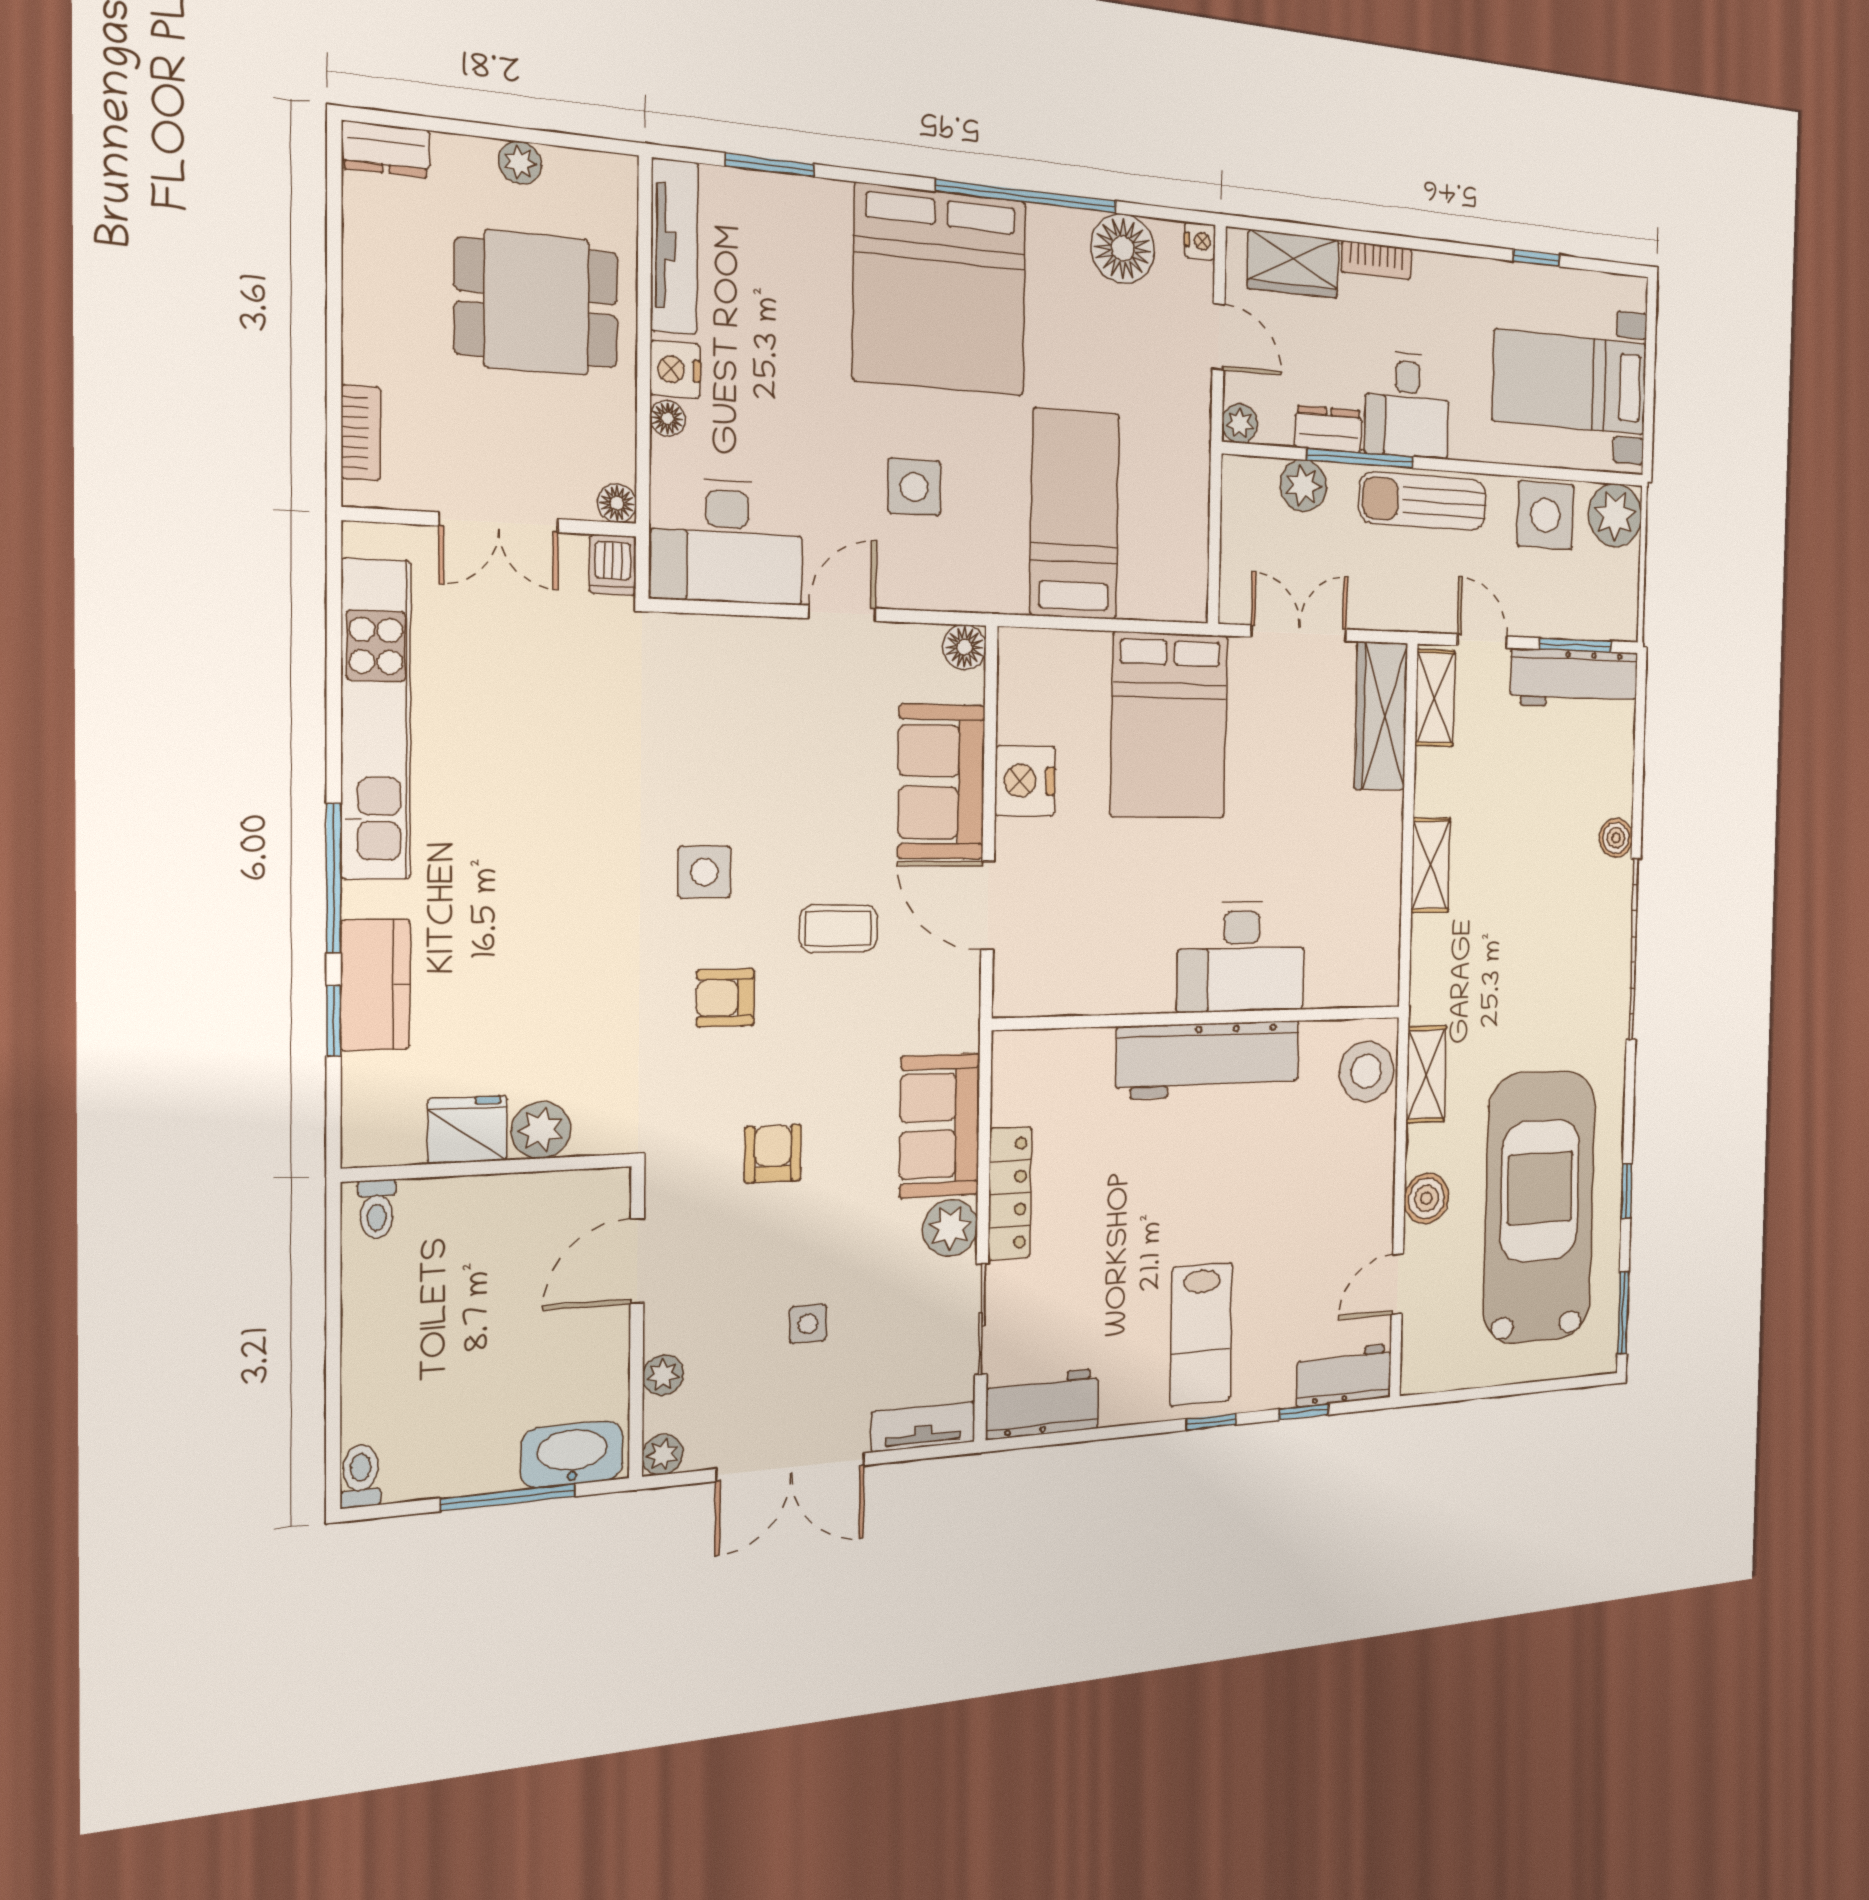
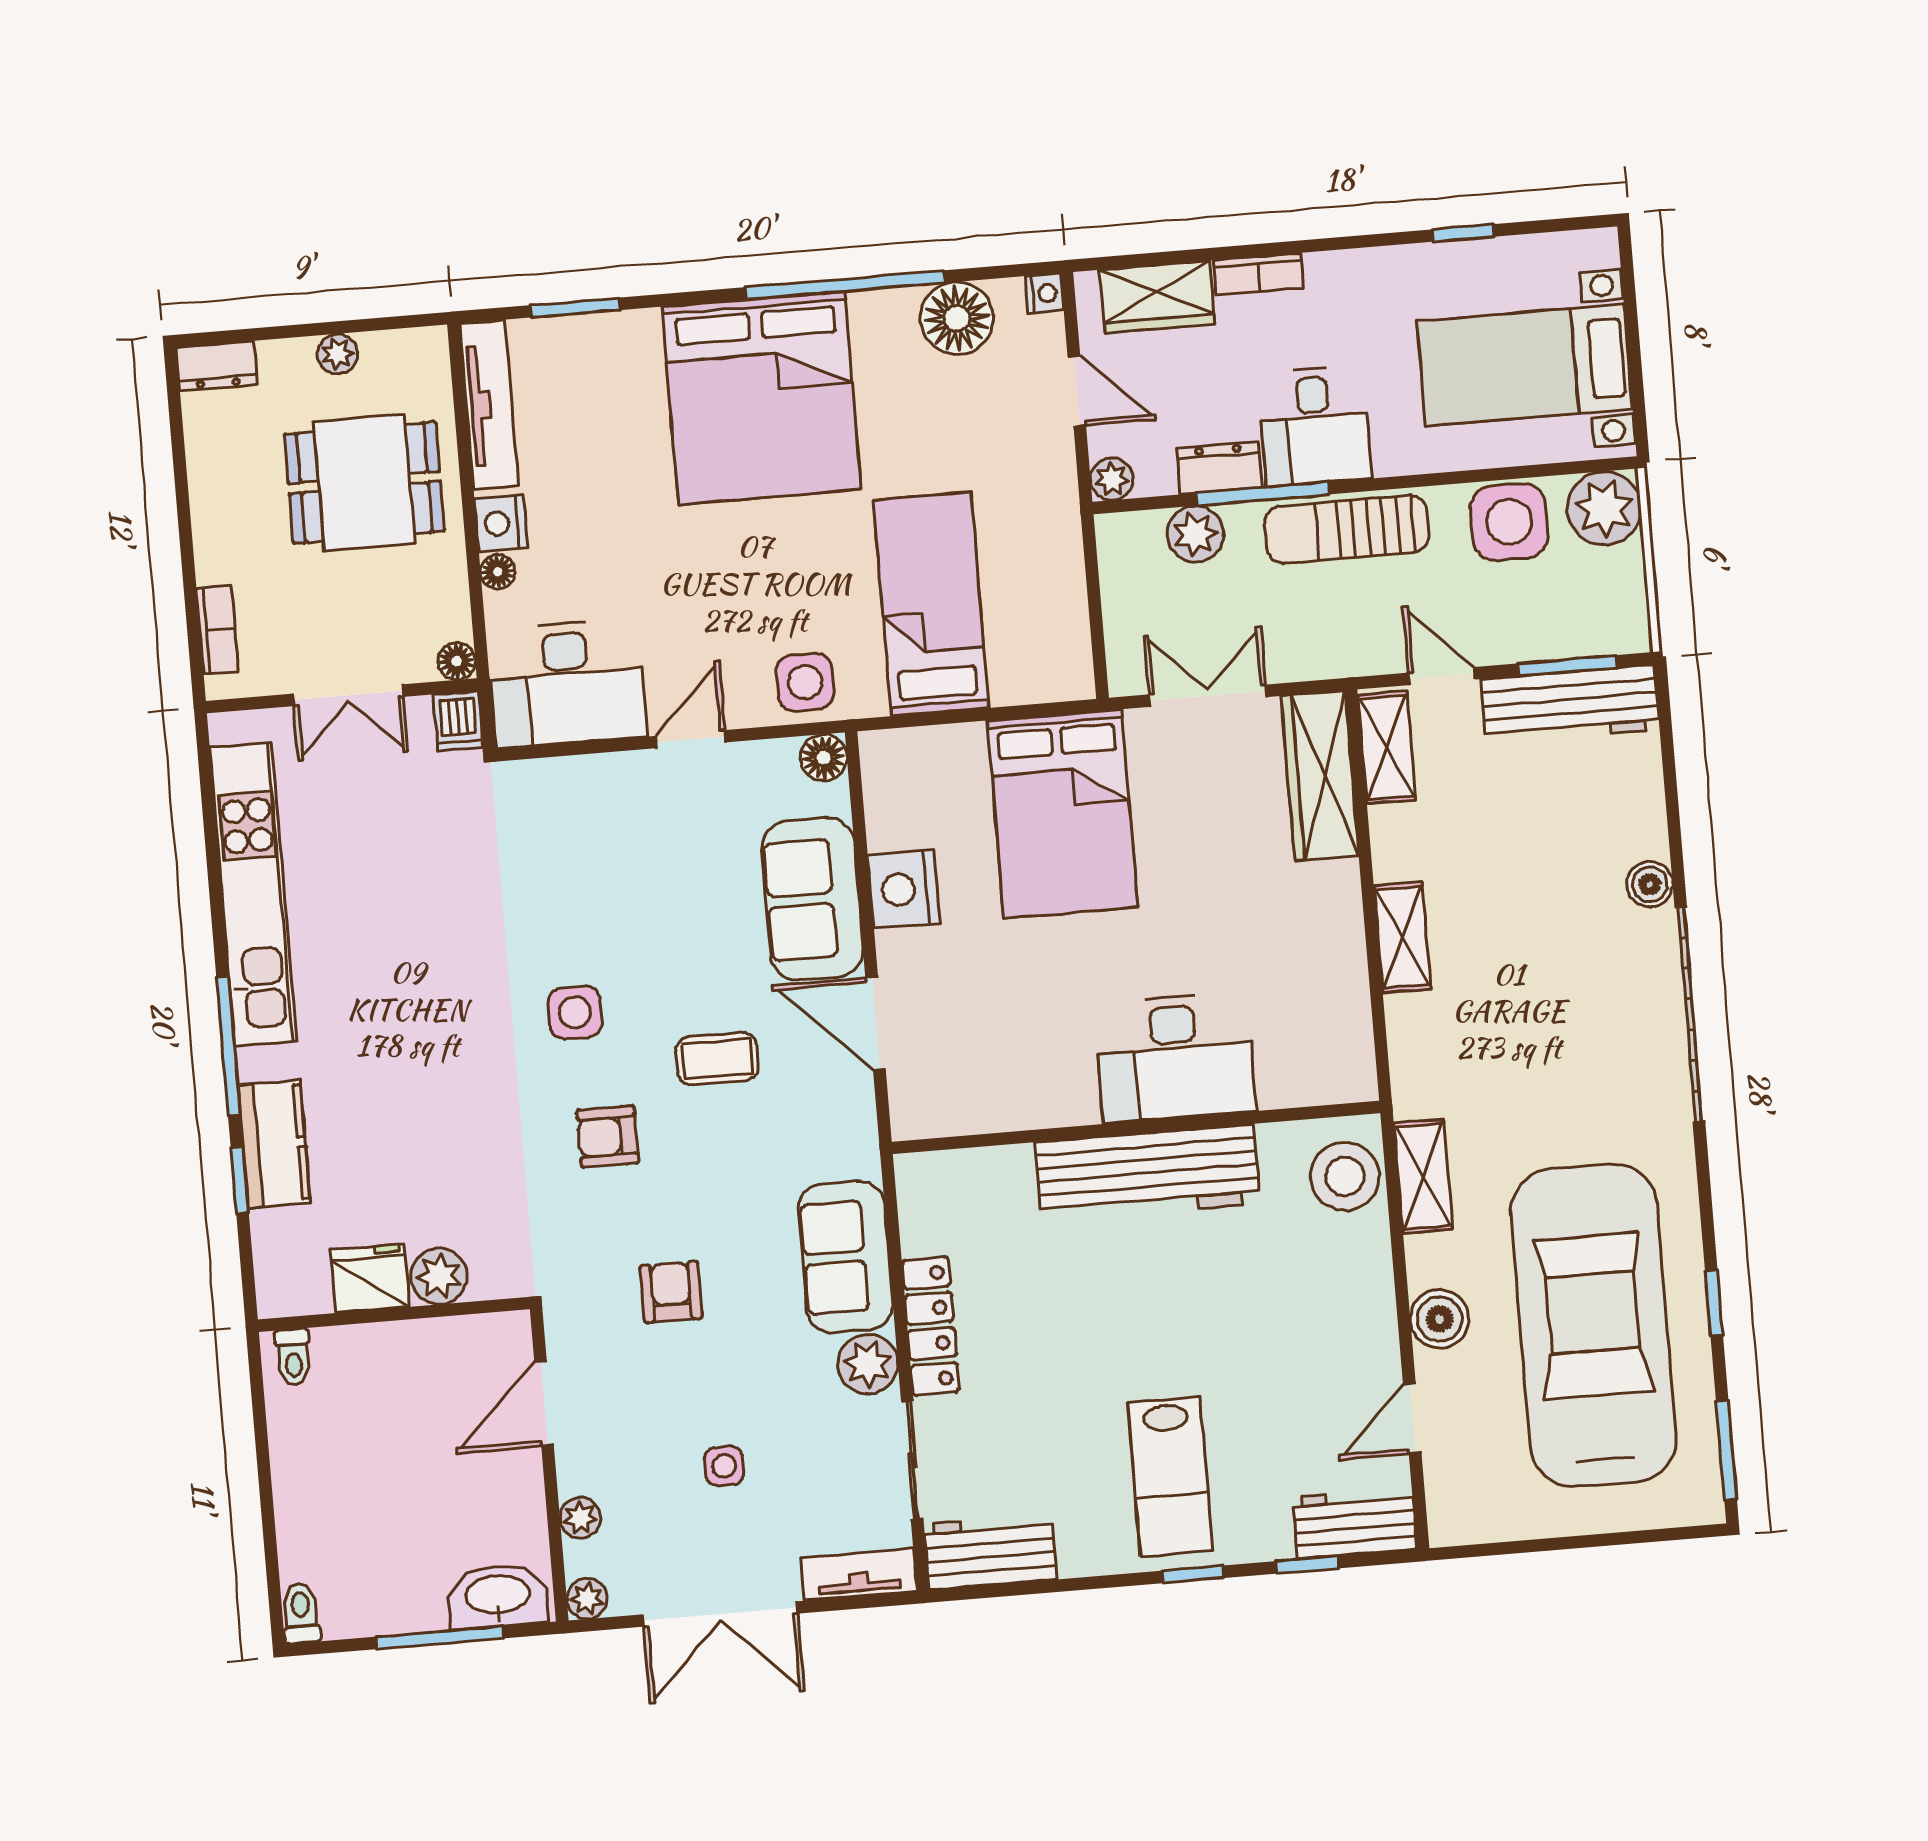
side table: (914, 487) -> (805, 682), moved

